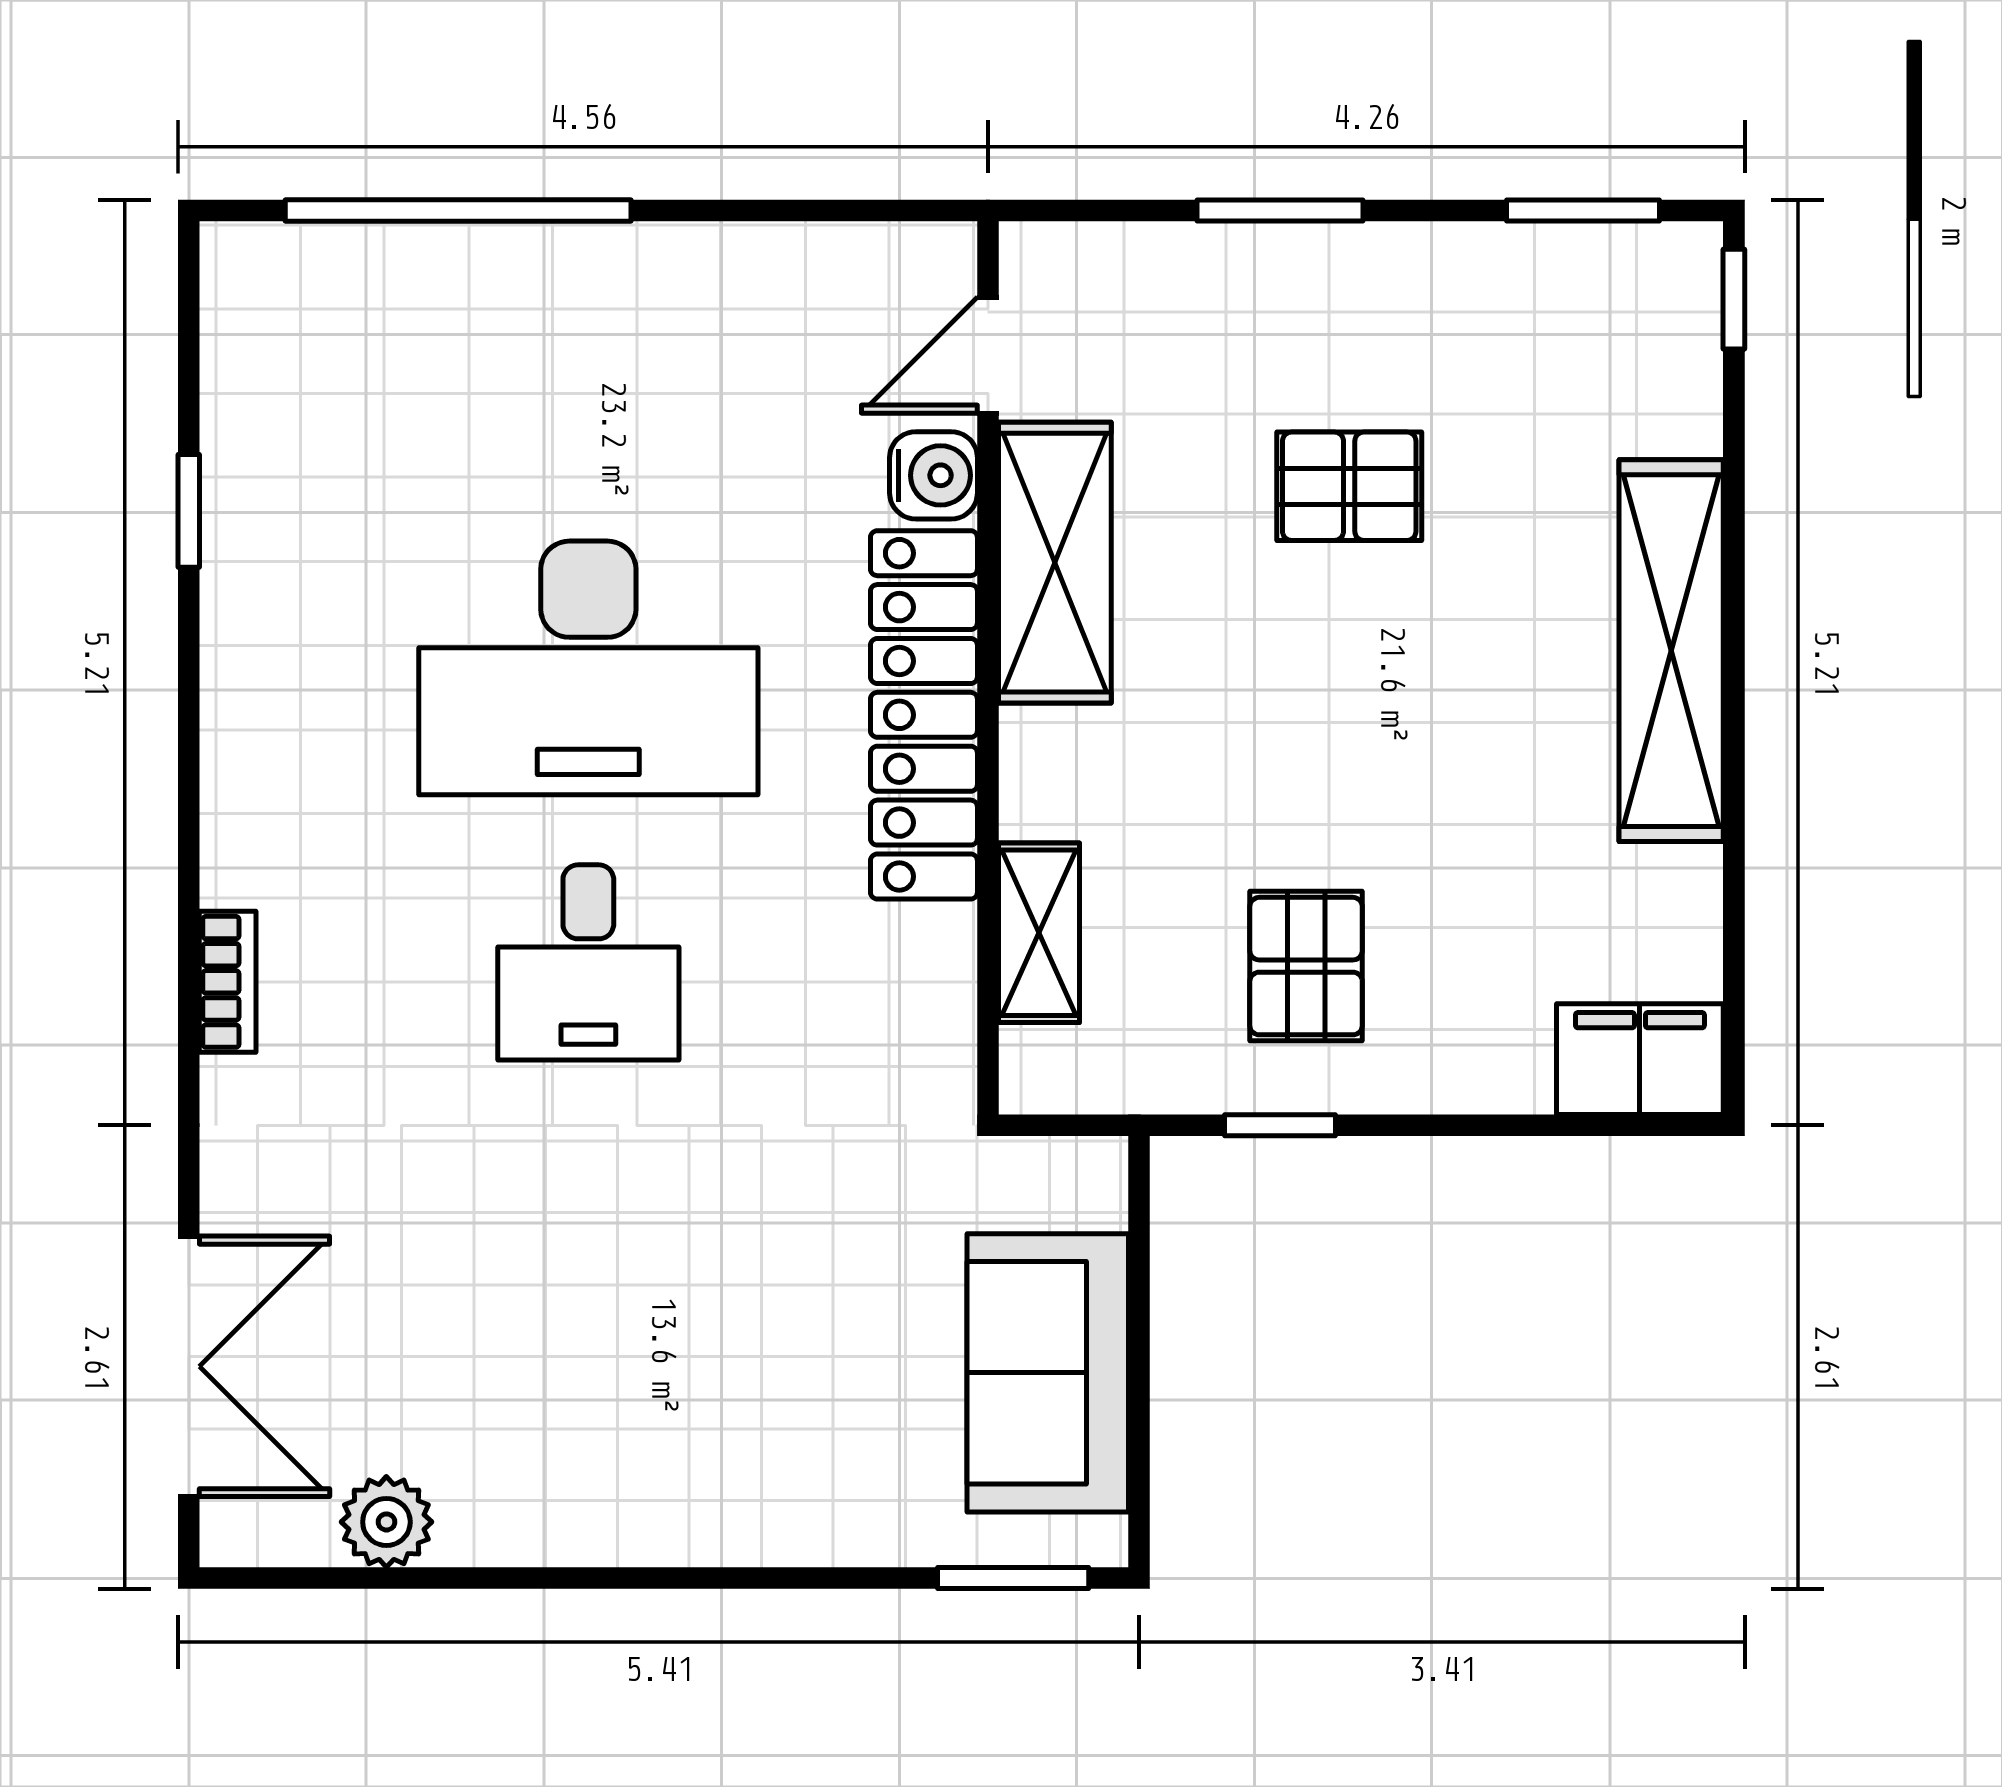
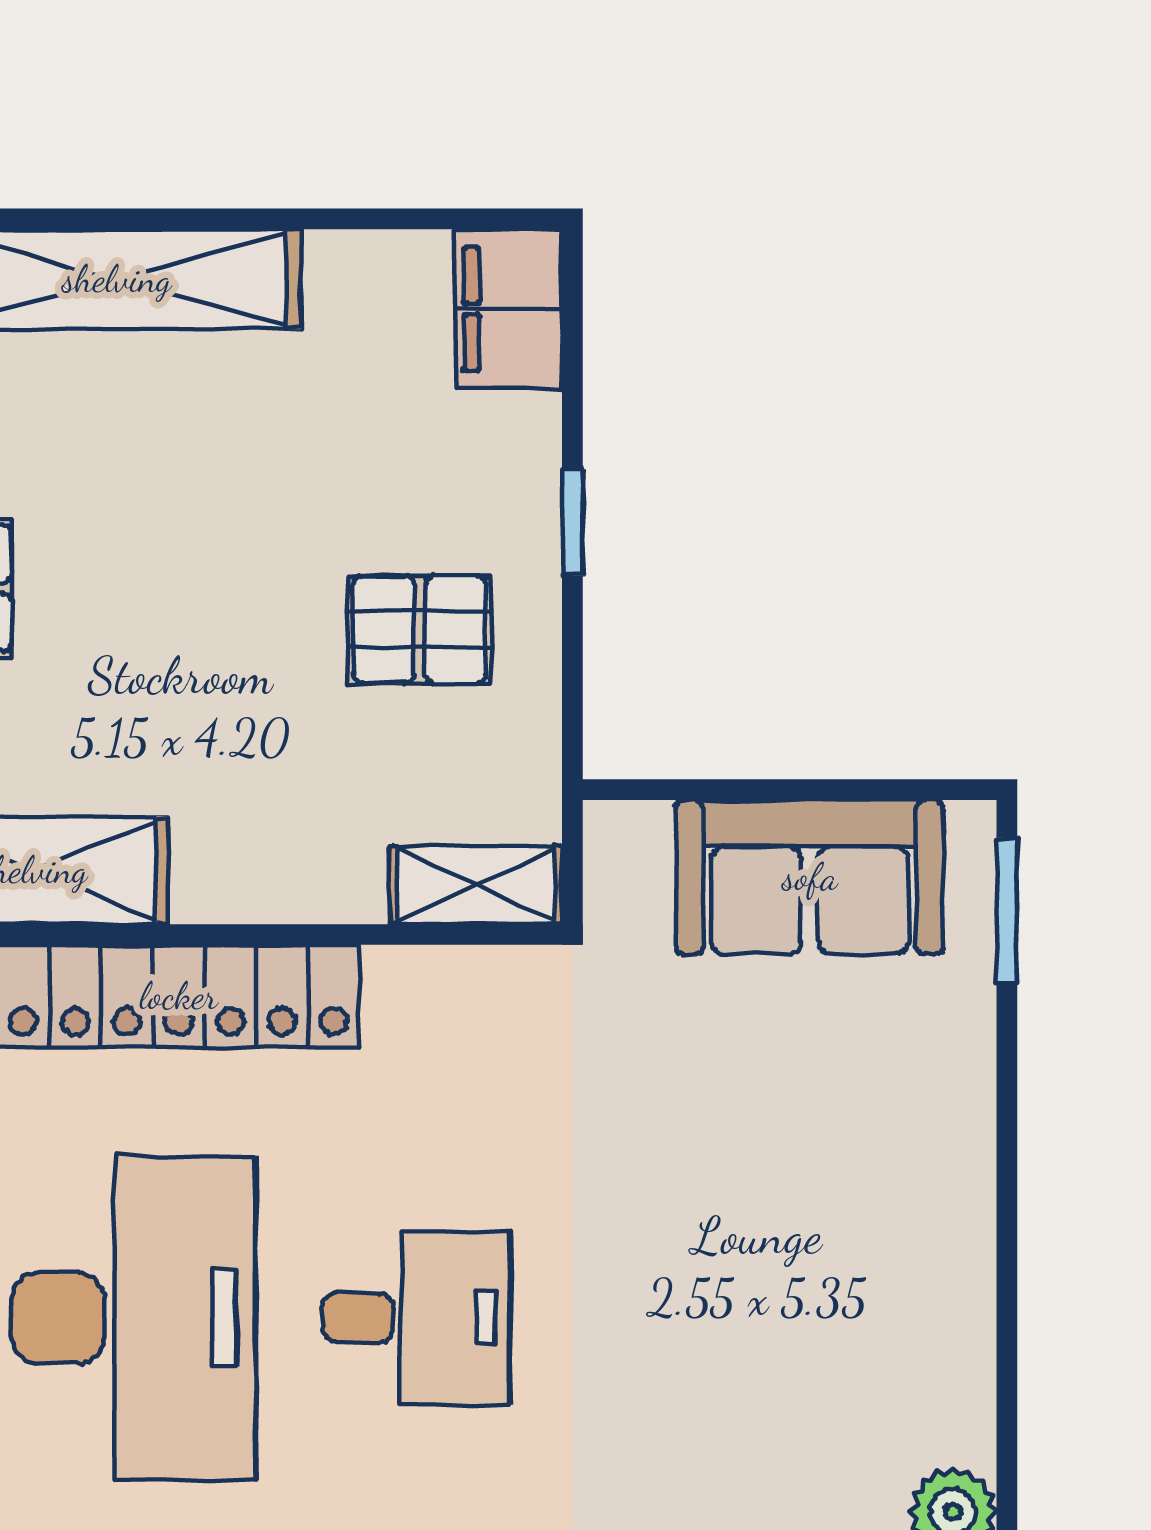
shelving: (1039, 933) -> (476, 886), moved
window: (1280, 1125) -> (572, 522), moved

